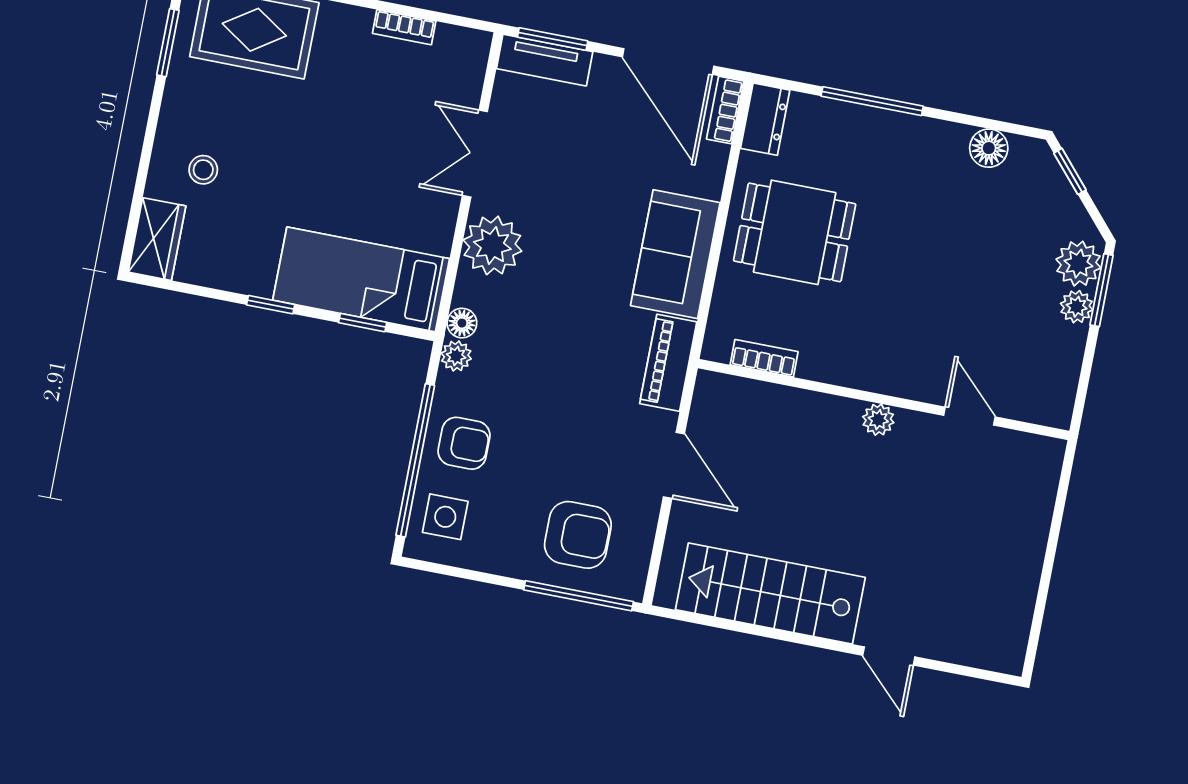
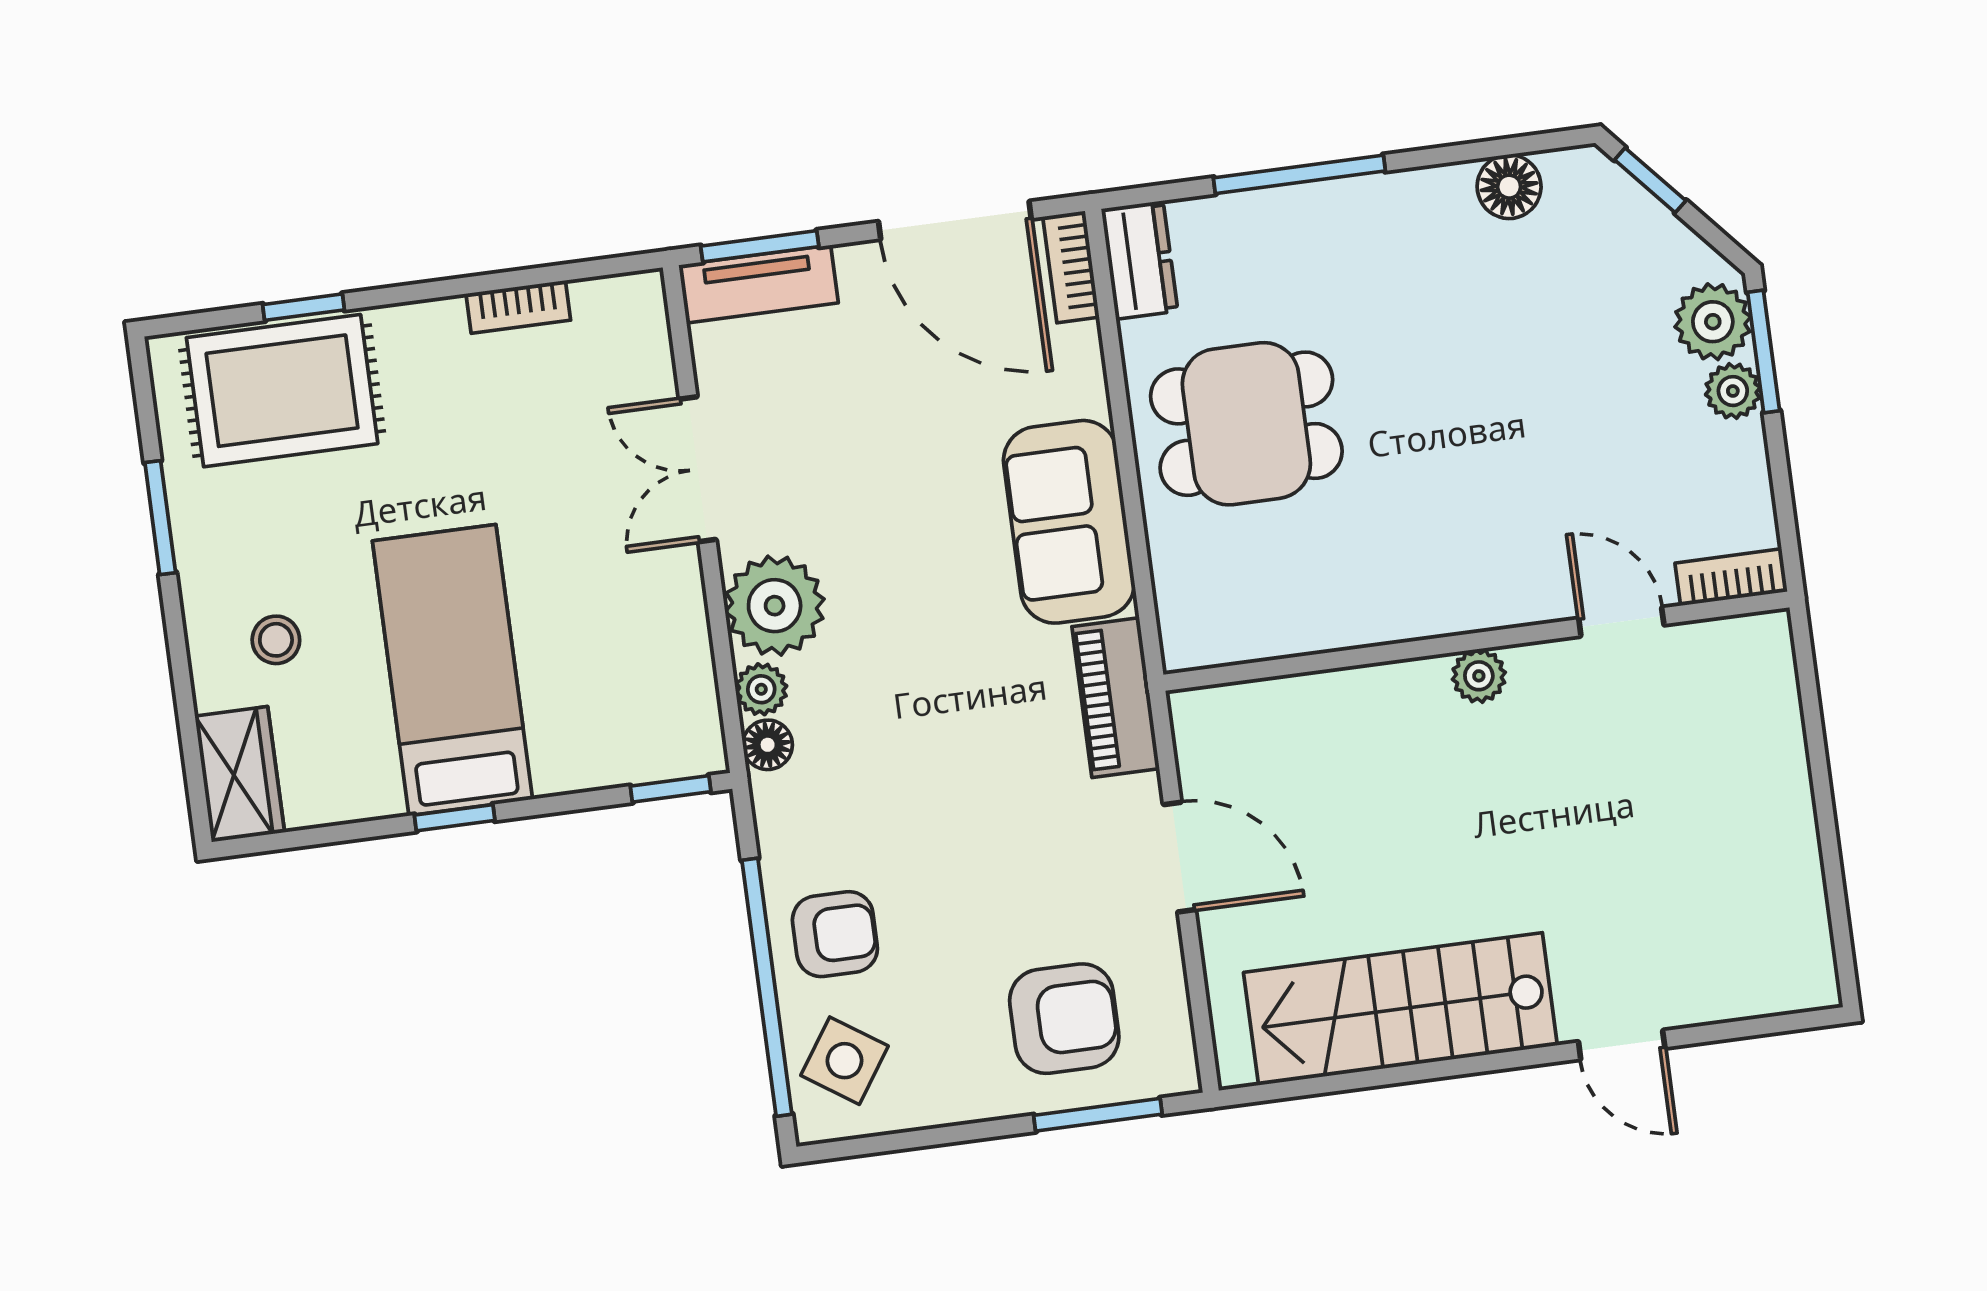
window: (168, 43) -> (160, 518), moved
bed: (361, 279) -> (452, 670), moved, turned 90
window: (363, 323) -> (671, 789), moved
plant: (456, 356) -> (761, 689), moved
bookcase: (764, 358) -> (1731, 577), moved
side table: (445, 517) -> (845, 1061), turned 34
window: (579, 596) -> (1098, 1115), width x0.69

